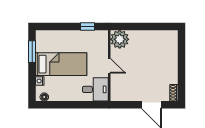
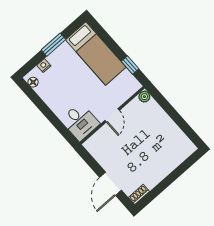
plant: (120, 39) -> (144, 97), width x0.53, depth x0.53
window: (32, 52) -> (53, 45), moved
bed: (61, 64) -> (96, 53), moved

